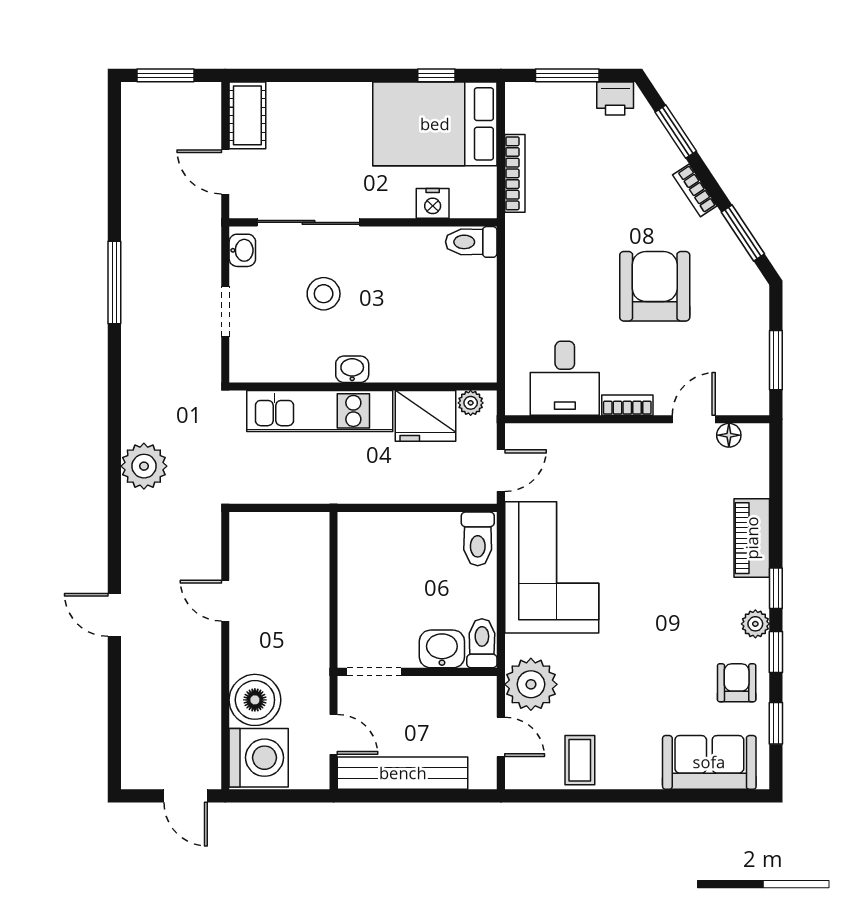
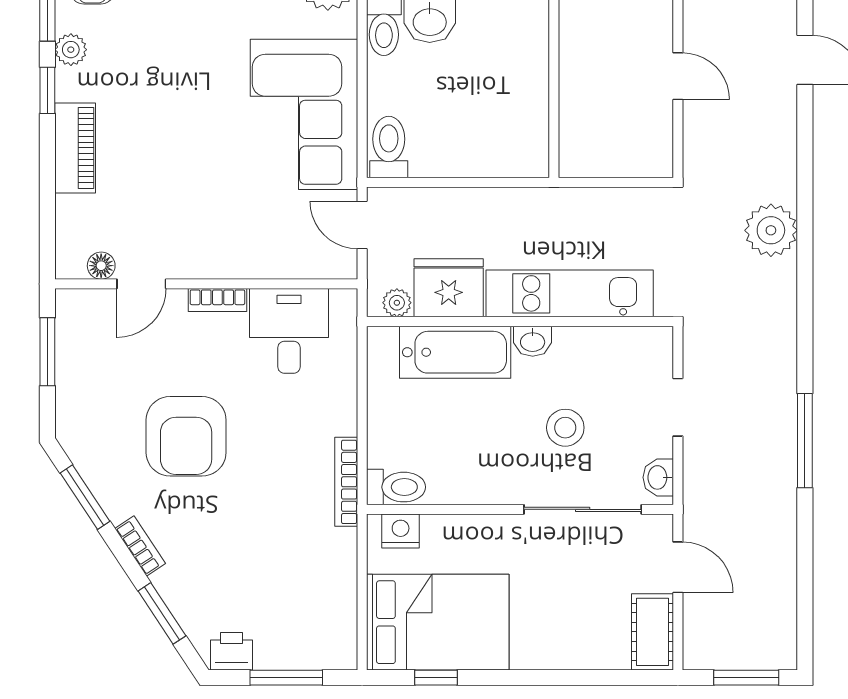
bookcase: (515, 173) -> (346, 482), moved
nightstand: (433, 203) -> (401, 531), moved
bathtub: (420, 360) -> (455, 352), added
door: (501, 471) -> (362, 225), hinge flipped

